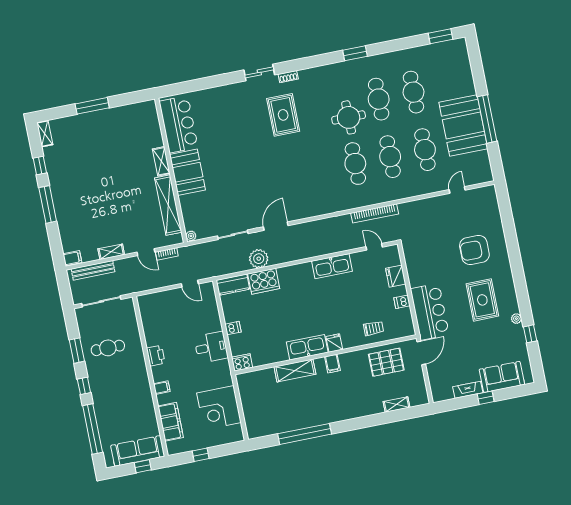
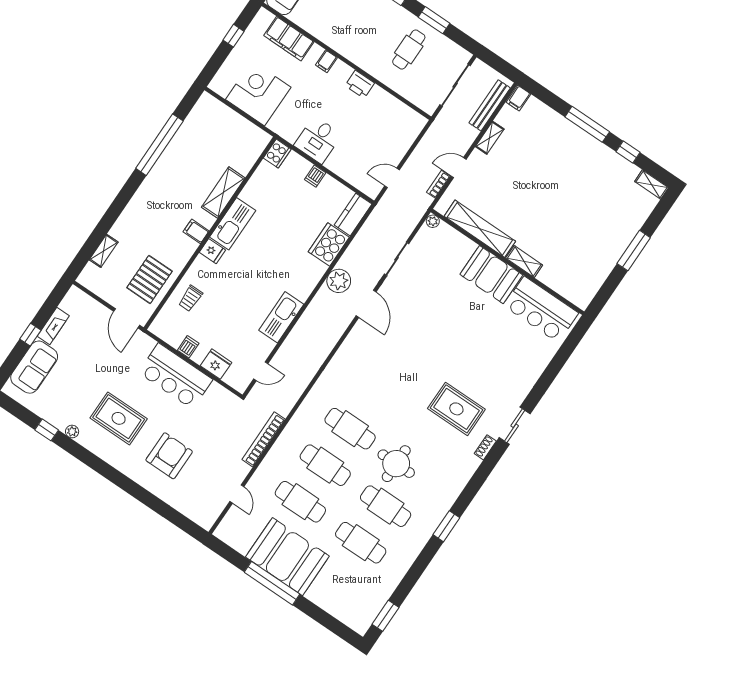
bookcase: (375, 213) -> (264, 439), moved
plant: (259, 259) -> (339, 281), moved
bar counter: (430, 312) -> (175, 376), moved

